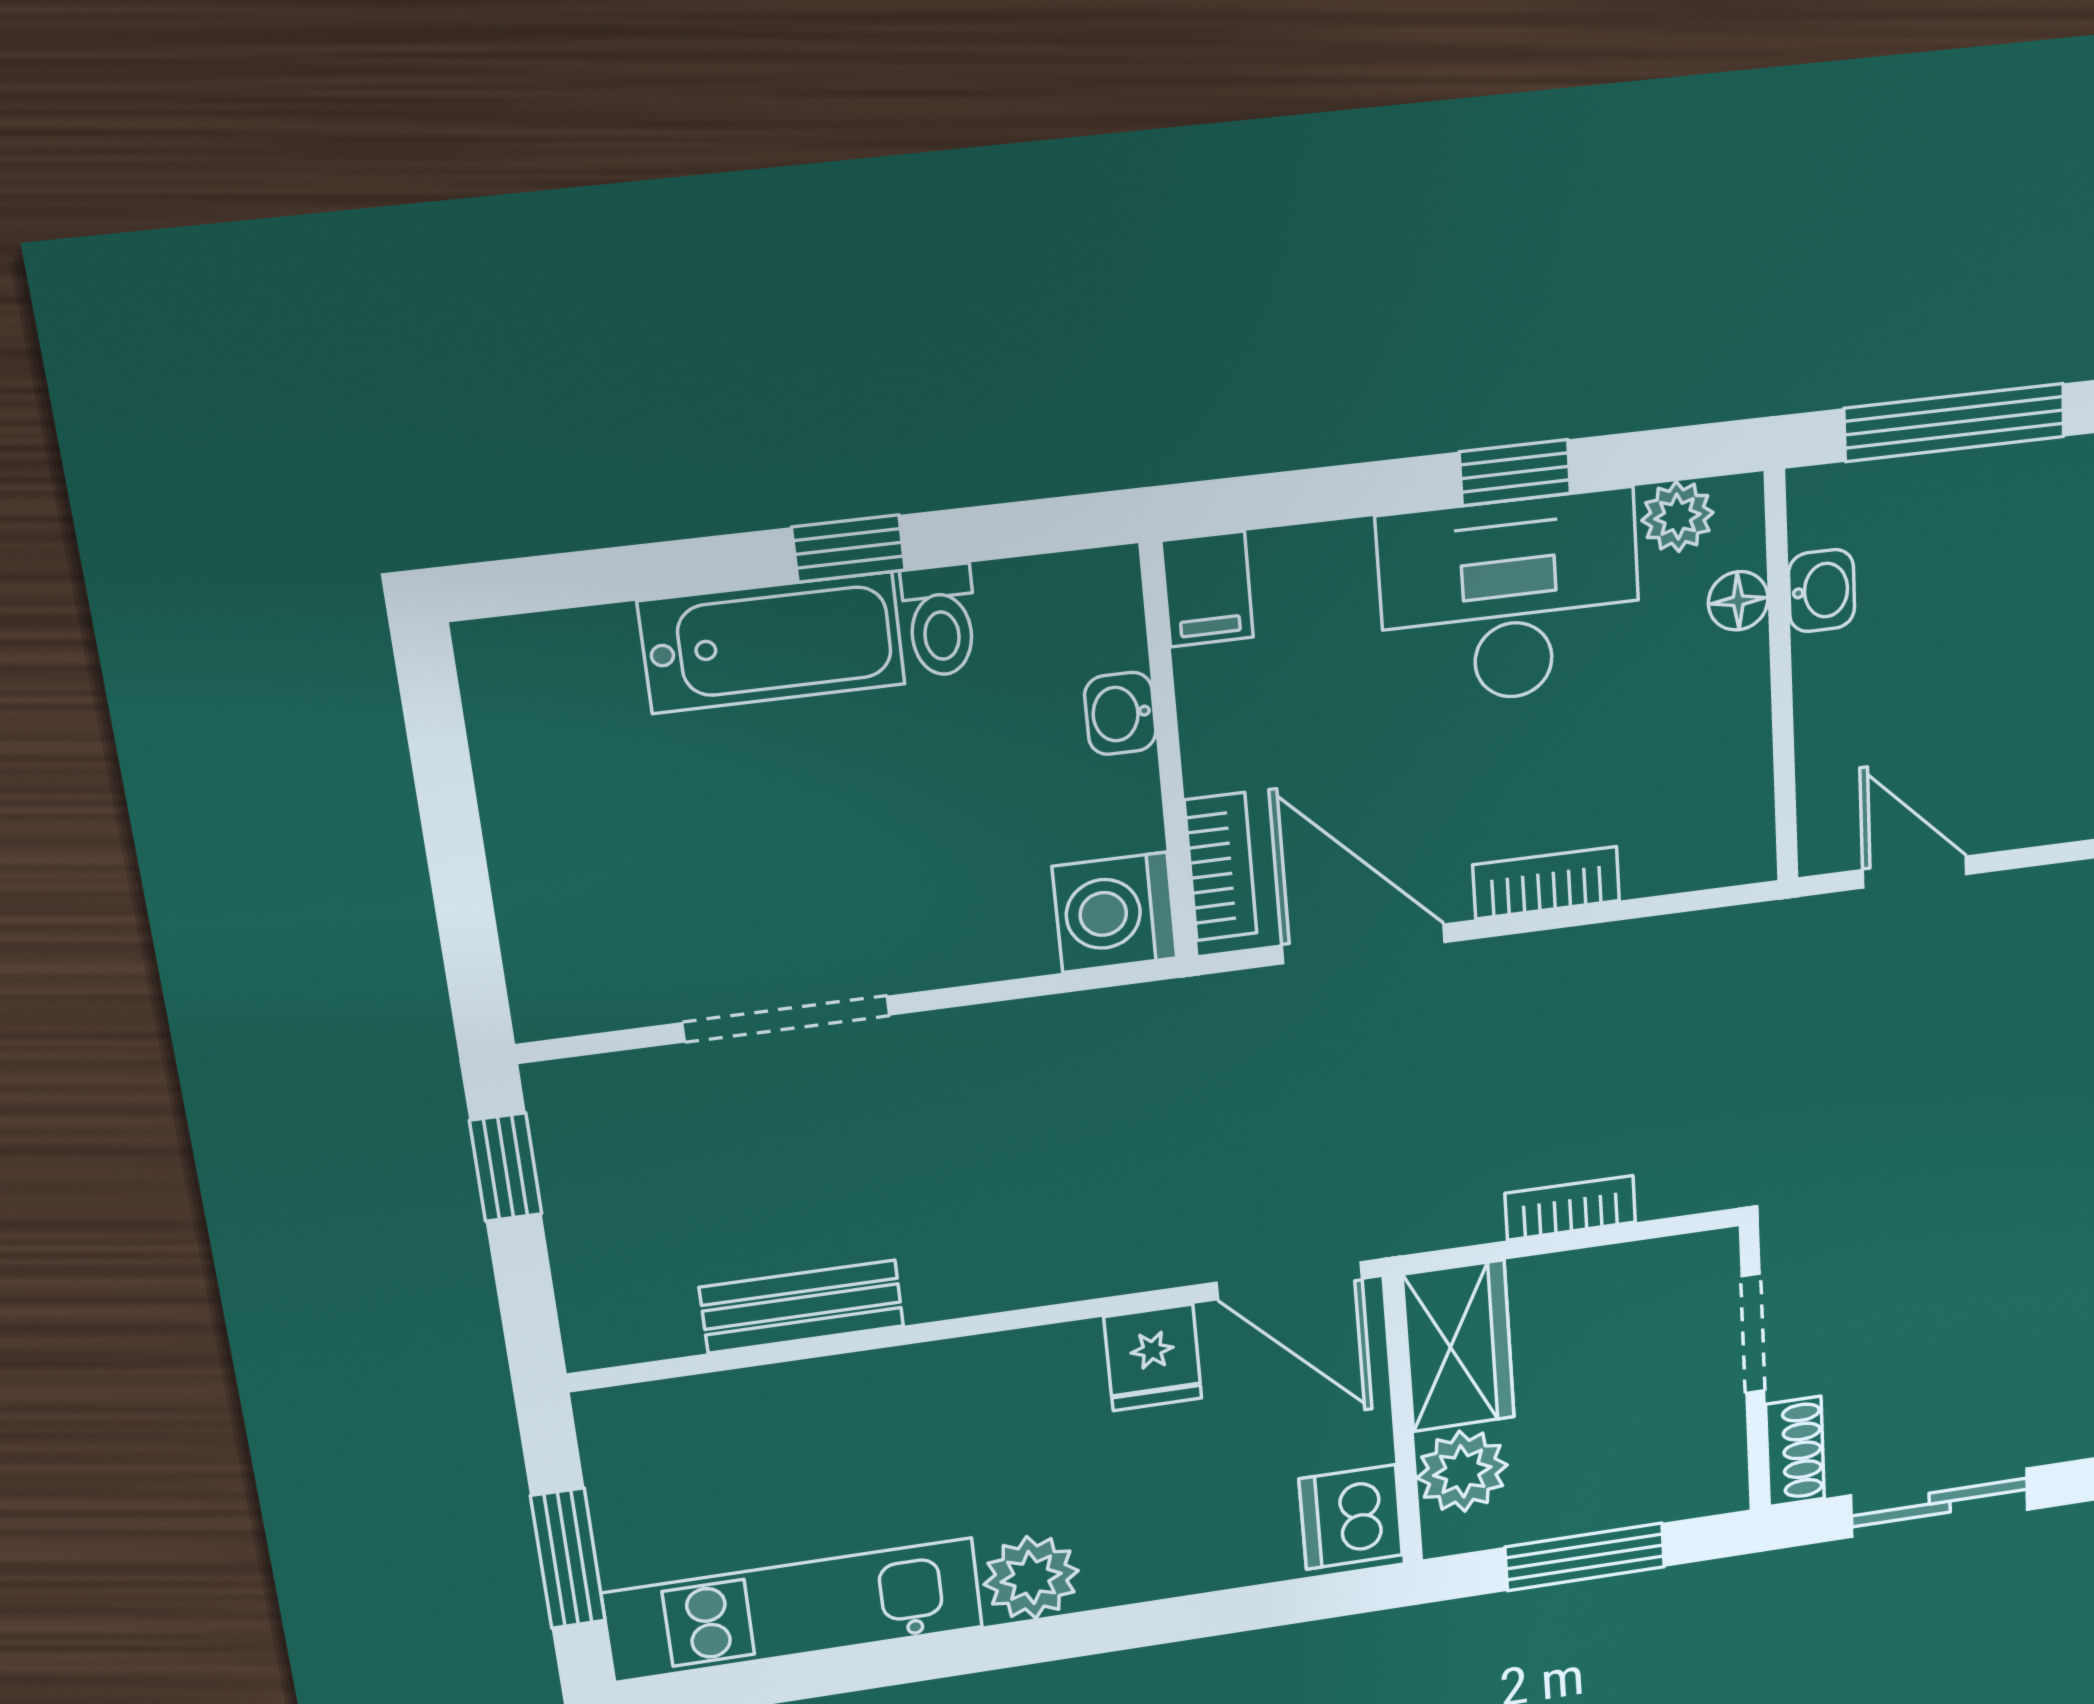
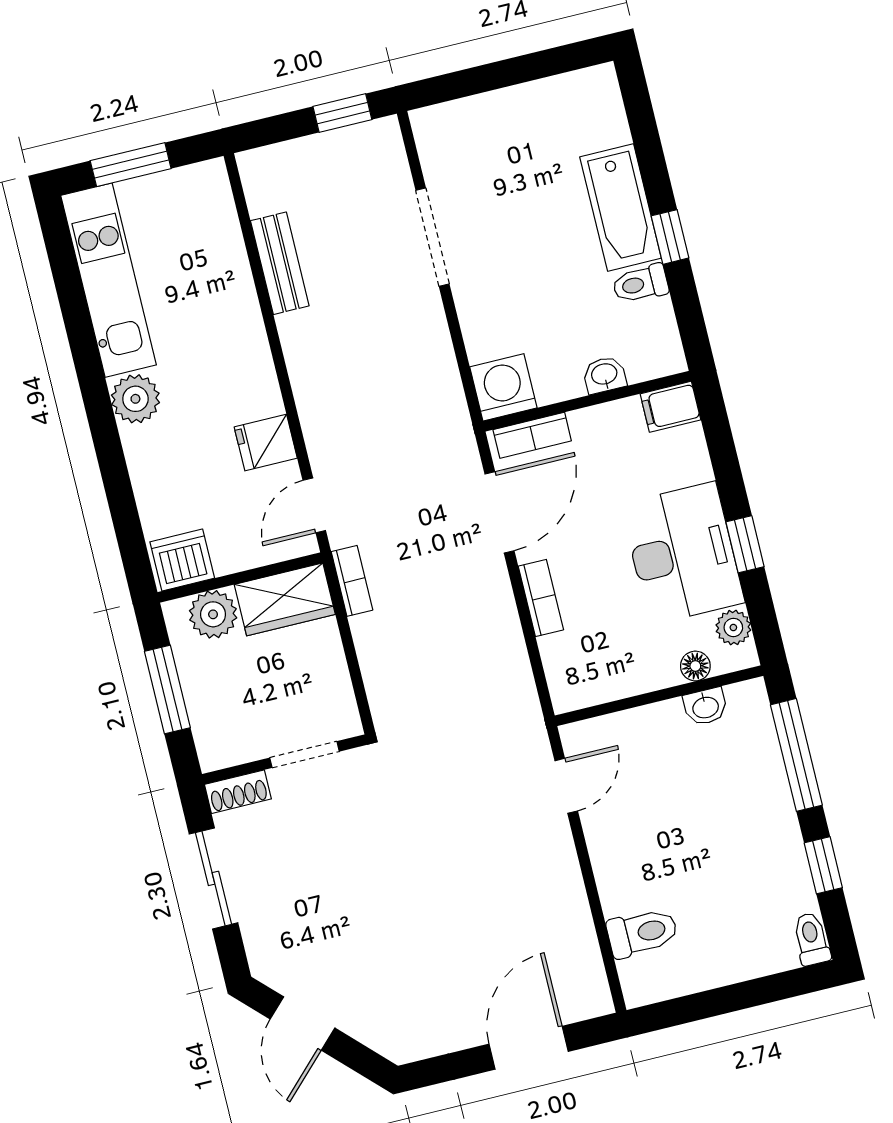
bookcase: (1570, 1208) -> (352, 581), moved
door: (1289, 1281) -> (314, 505), width x0.73

